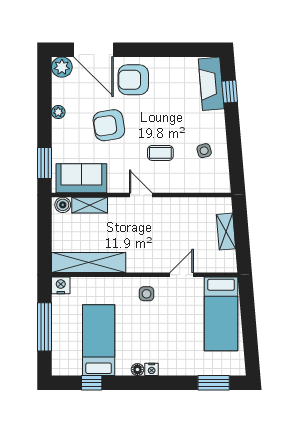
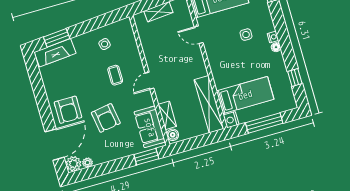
window: (230, 92) -> (57, 38), width x1.50
plant: (58, 112) -> (87, 163), moved
side table: (147, 294) -> (246, 35), moved
bed: (99, 340) -> (245, 95), moved, turned 180

